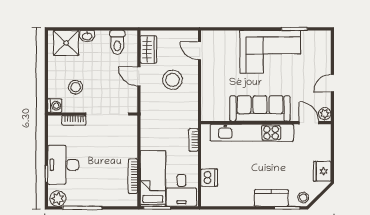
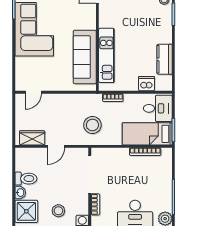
toilet: (117, 42) -> (26, 179), moved
stool: (172, 80) -> (92, 125), moved
stool: (76, 87) -> (58, 211), moved
sofa: (260, 108) -> (85, 57), moved
kitchen unit: (252, 133) -> (106, 55), width x0.73
kitchen counter: (271, 198) -> (165, 59), moved

